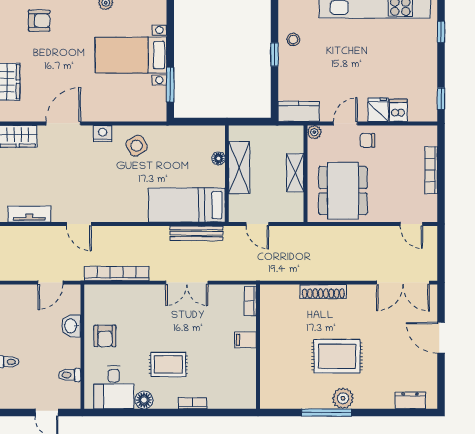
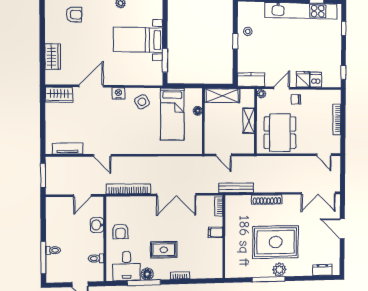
shelving: (239, 167) -> (222, 96), moved, turned 90
bed: (187, 205) -> (172, 114), moved, turned -90
bench: (196, 233) -> (236, 188), moved
double door: (187, 283) -> (176, 195), width x1.37
rug: (337, 356) -> (276, 242), width x1.37, depth x1.44
window: (139, 413) -> (144, 283), added

